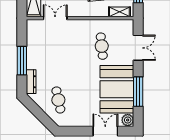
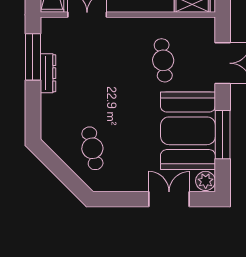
window: (22, 61) -> (33, 57), moved
dresser: (31, 82) -> (48, 73), moved

